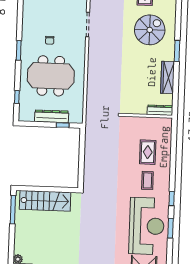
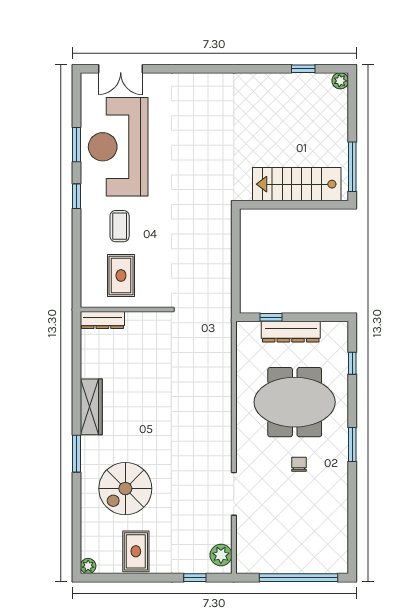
dresser: (160, 110) -> (102, 320), moved
wall: (147, 116) -> (125, 310), moved

